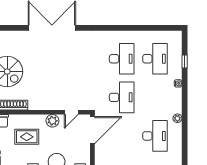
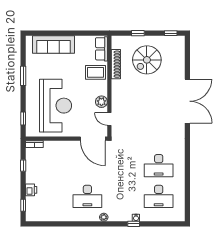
window: (185, 61) -> (134, 224), moved
desk: (122, 97) -> (123, 166), removed
rug: (27, 137) -> (95, 72), moved, turned 90

